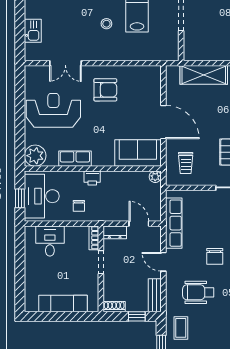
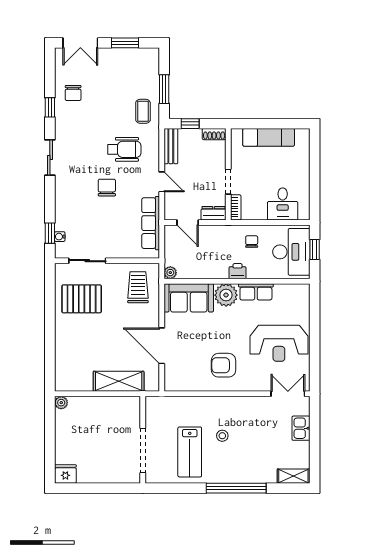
double door: (65, 63) -> (288, 394), moved
door: (163, 122) -> (162, 346), moved
plant: (35, 156) -> (226, 295), moved
trolley: (186, 163) -> (138, 287), width x1.36, depth x1.39

